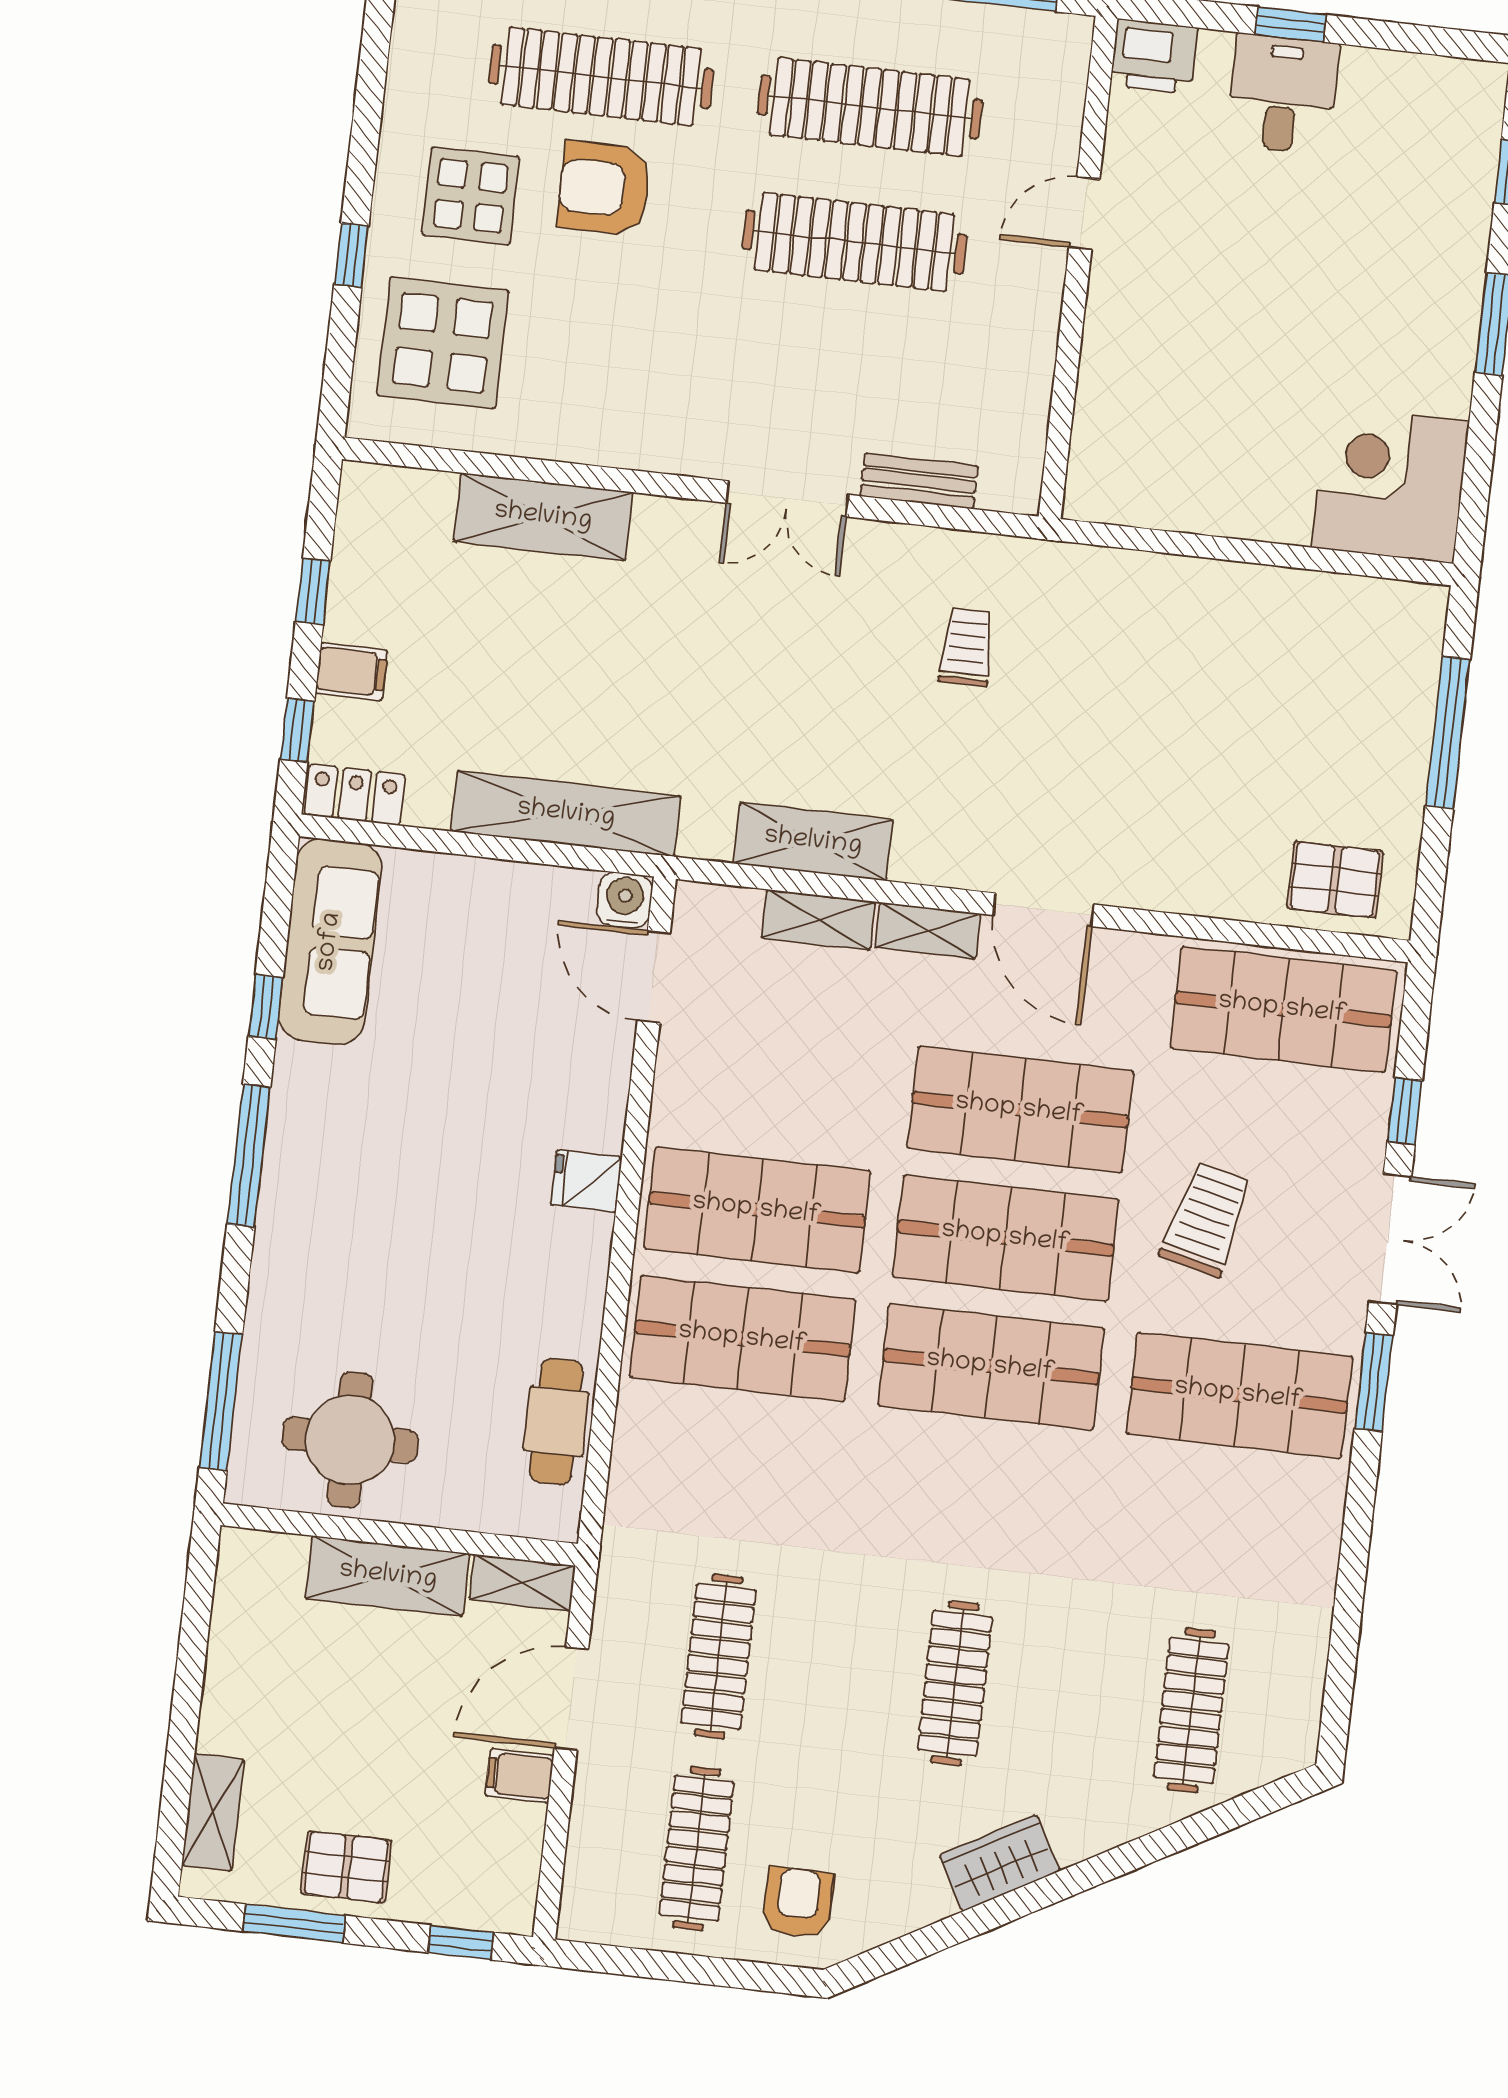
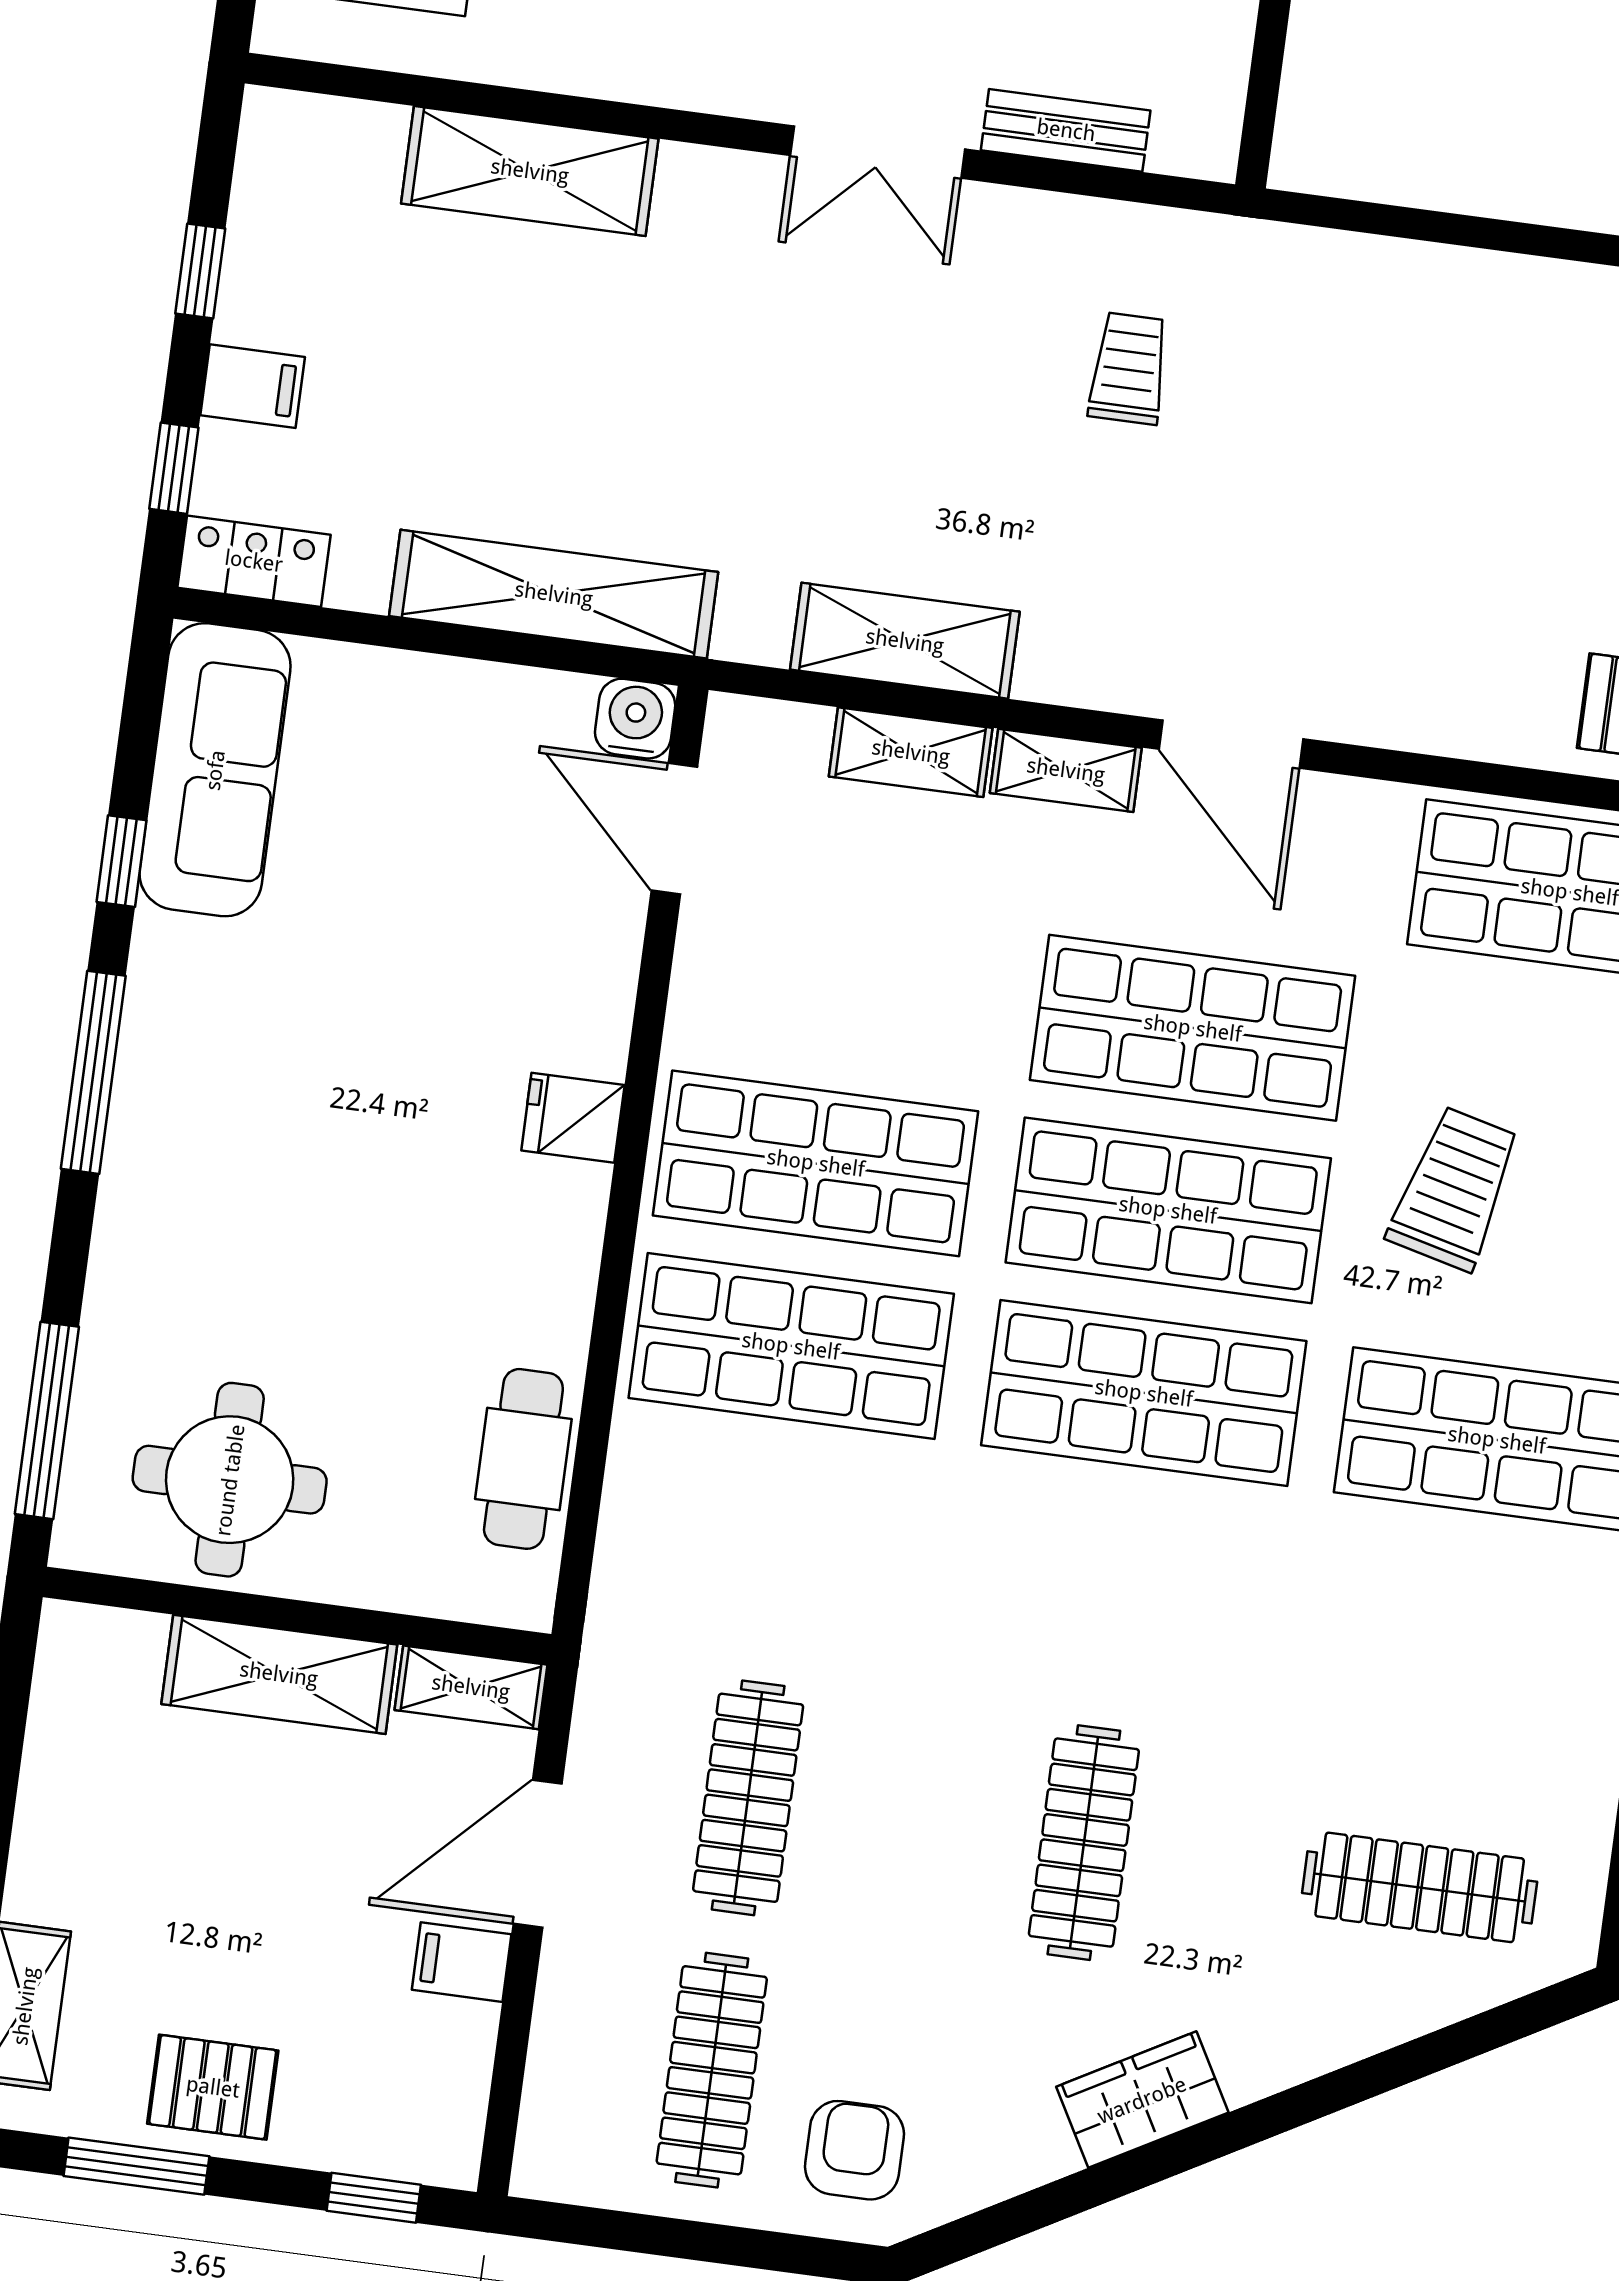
clothes rail: (1191, 1710) -> (1420, 1887), turned 90

